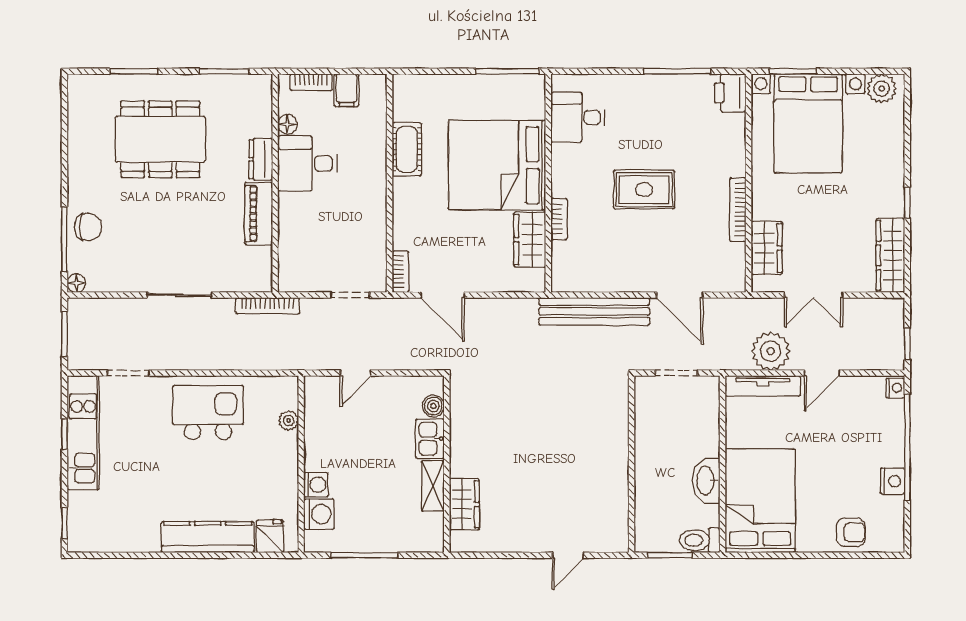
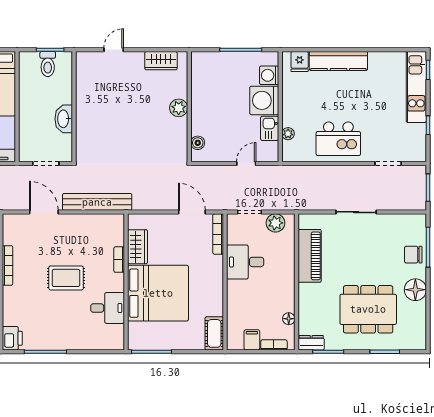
desk: (578, 117) -> (108, 308), moved
cot: (407, 149) -> (214, 333), moved
dresser: (261, 159) -> (311, 343), moved, turned -90
desk: (307, 164) -> (245, 262), moved, turned 180
piano: (259, 214) -> (310, 256), width x1.37, depth x1.33
bookcase: (401, 272) -> (218, 234), width x1.56
plant: (309, 278) -> (275, 223), added
floor lamp: (76, 283) -> (415, 290), moved, width x1.89, depth x1.89
bookcase: (268, 306) -> (301, 205), removed
kitchen unit: (83, 433) -> (416, 87), moved
kitchen sink: (430, 439) -> (270, 128), moved, turned 180
plant: (464, 462) -> (179, 108), added
washbasin: (706, 481) -> (64, 119), moved, turned 180
washing machine: (316, 485) -> (264, 100), width x1.89, depth x1.89
shelving: (433, 486) -> (198, 93), removed
wardrobe: (464, 504) -> (161, 61), moved, turned -90
toilet: (700, 540) -> (48, 64), moved, turned 90

